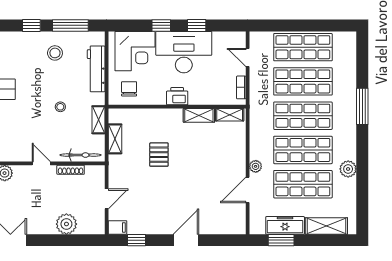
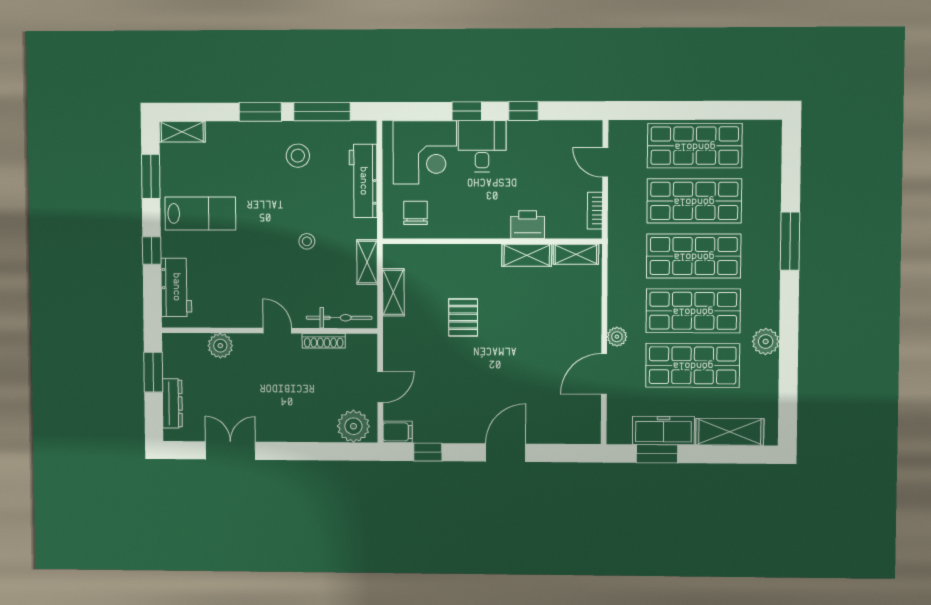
window: (31, 25) -> (260, 112), width x1.50
desk: (184, 52) -> (482, 146), width x0.53, depth x0.77
printer: (177, 96) -> (528, 225), moved
plant: (66, 224) -> (353, 426), moved

